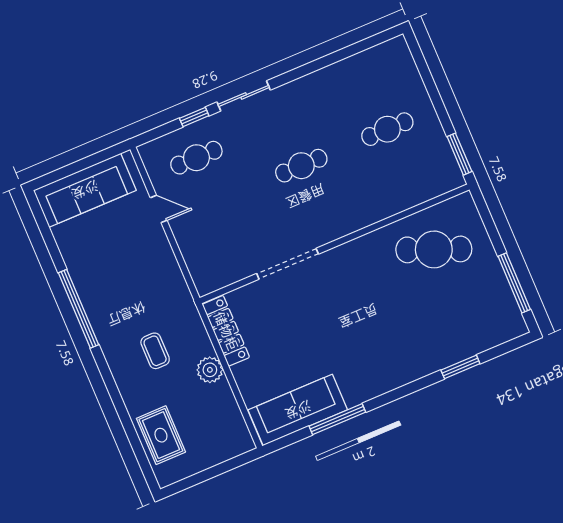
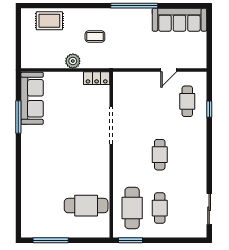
sliding door: (244, 96) -> (209, 209), moved
cafe table: (406, 174) -> (132, 208), added
sofa: (85, 190) -> (179, 20), moved, turned -90
cafe table: (434, 249) -> (86, 206), turned 68
locker: (226, 331) -> (97, 78), width x0.66
window: (460, 367) -> (18, 193), removed

